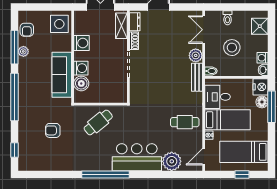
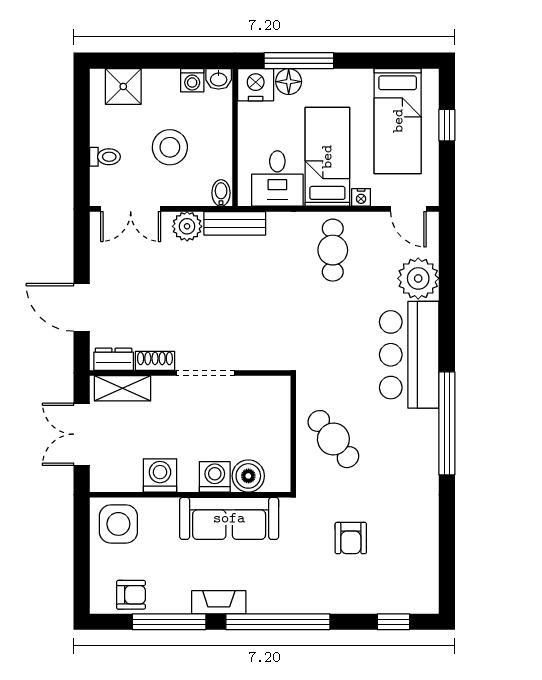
plant: (23, 51) -> (178, 603), removed
fireplace: (23, 70) -> (219, 602), added

